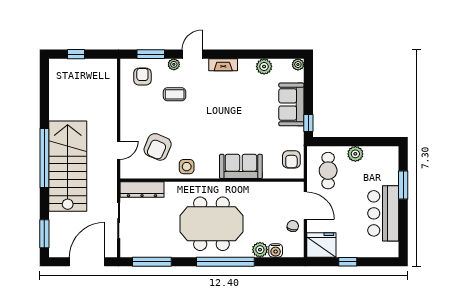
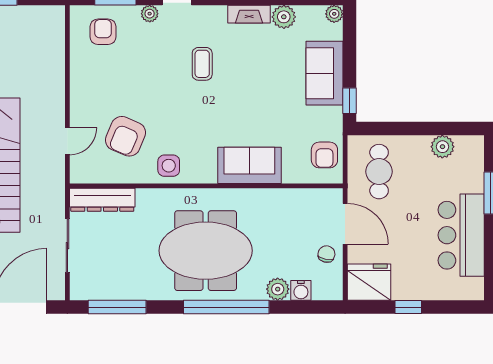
fireplace: (223, 65) -> (249, 14), moved
coffee table: (175, 94) -> (202, 64), moved, turned 90
plant: (355, 154) -> (442, 147), moved

